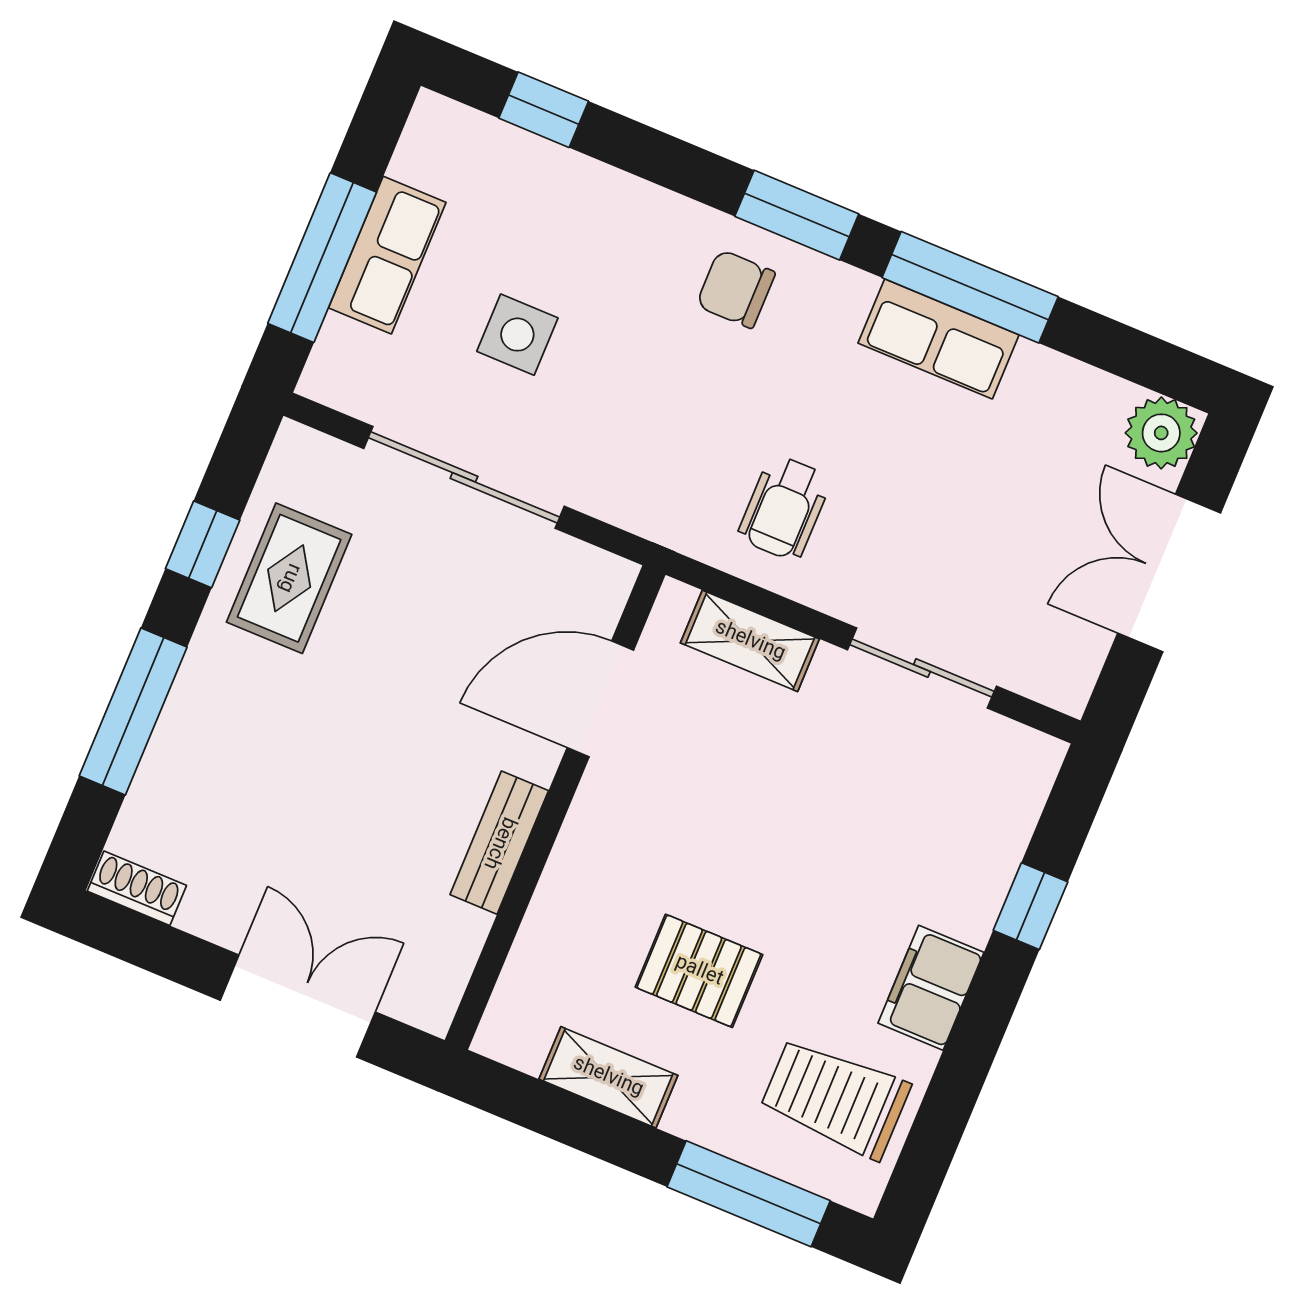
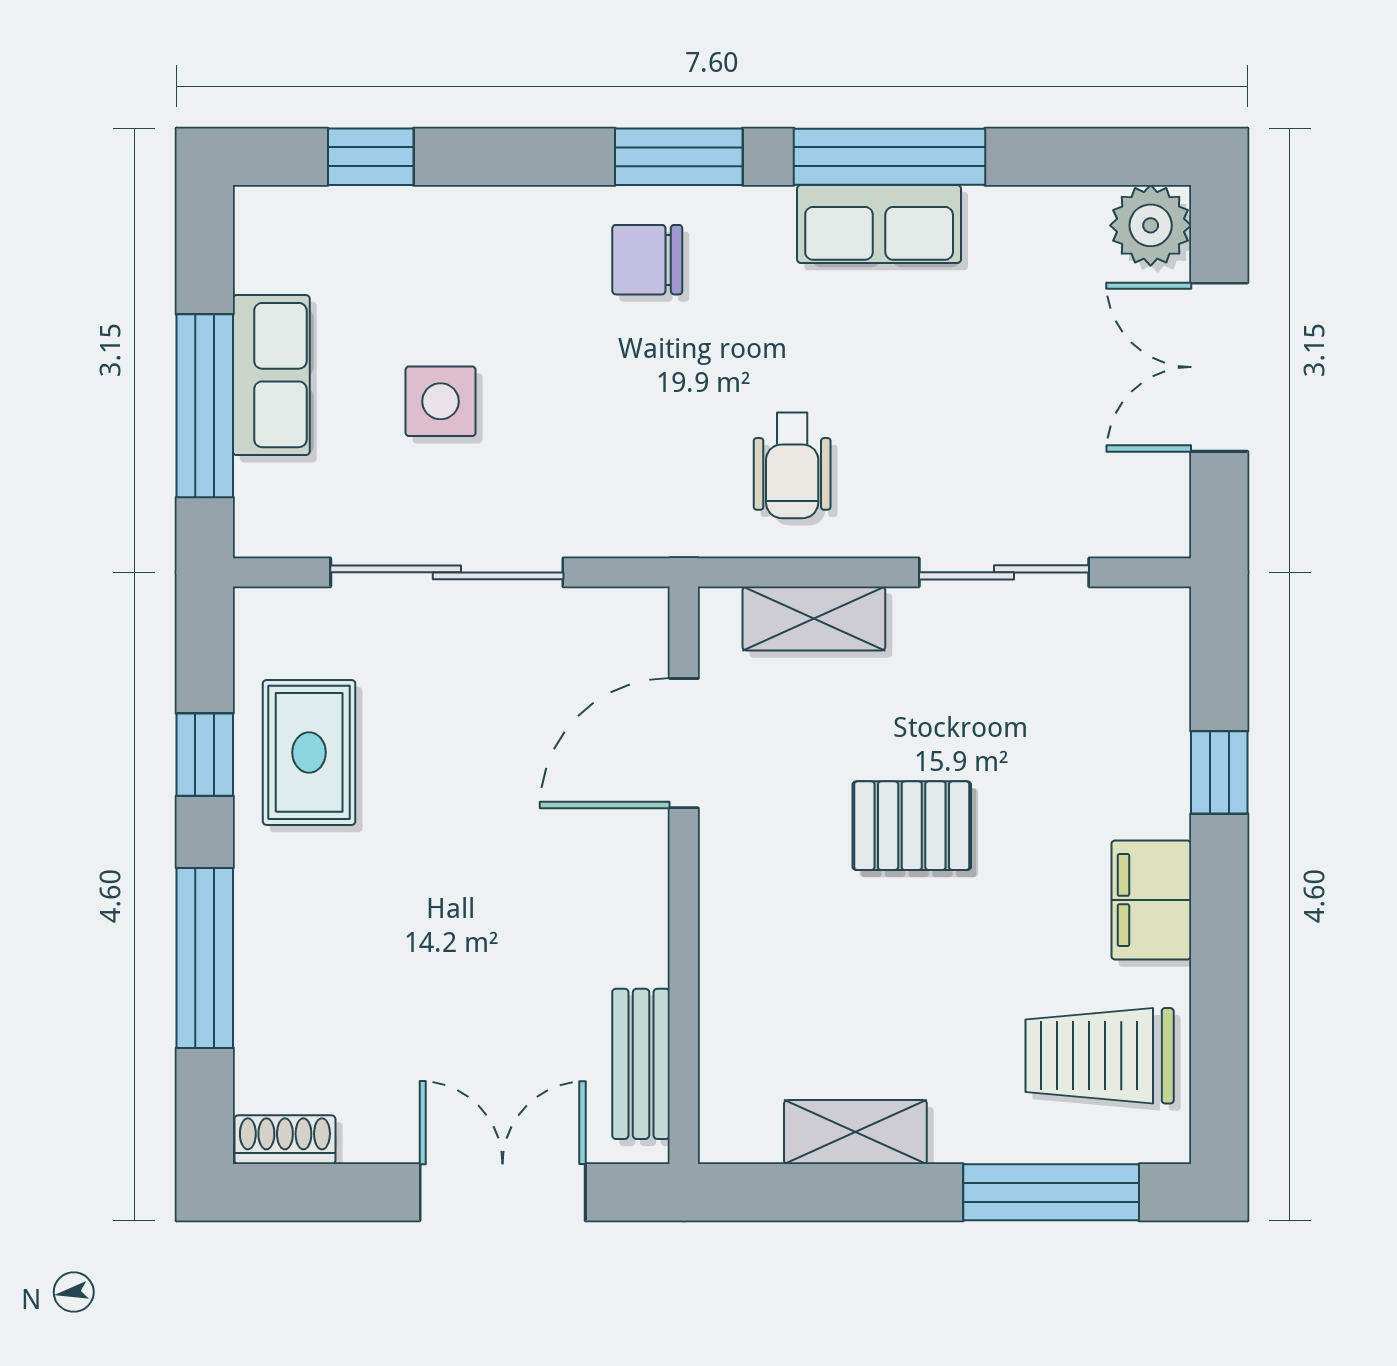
bench: (499, 843) -> (641, 1064), moved
pallet: (699, 971) -> (912, 826), moved

